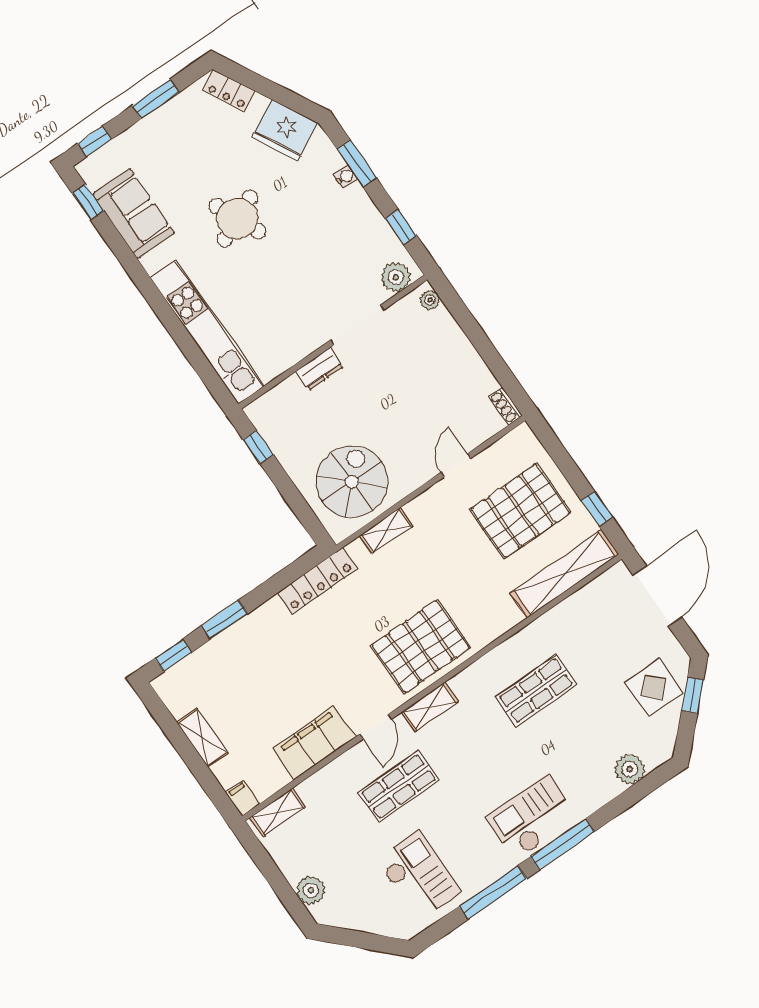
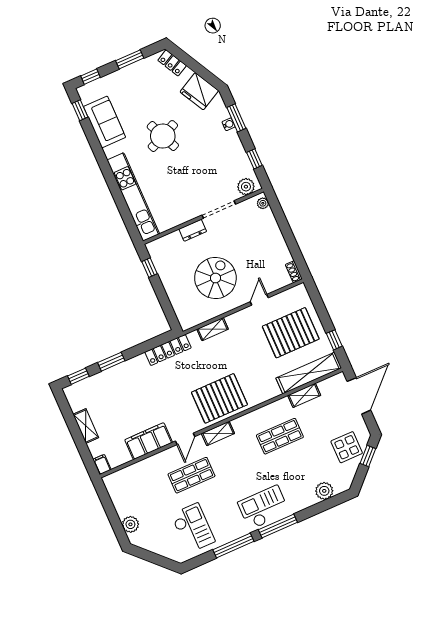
spiral stairs: (352, 482) -> (215, 278), moved
shelving: (277, 812) -> (304, 395), moved

